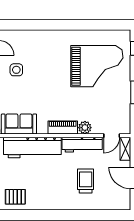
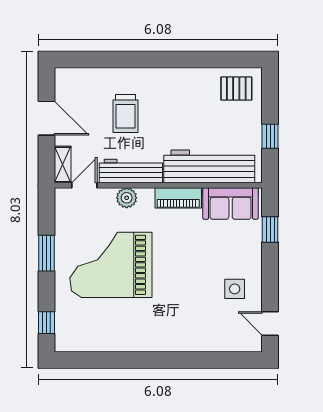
grand piano: (97, 66) -> (111, 265), moved
piano: (63, 127) -> (178, 198), moved

